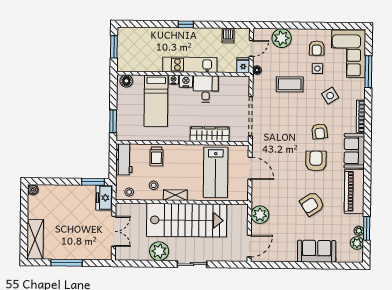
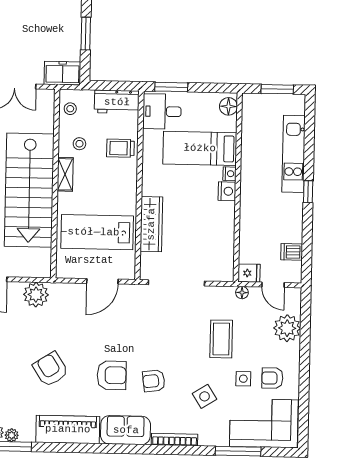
kitchen unit: (190, 65) -> (294, 154), moved, turned 180
desk: (206, 89) -> (162, 111), moved, turned 180
window: (93, 182) -> (86, 34), moved

